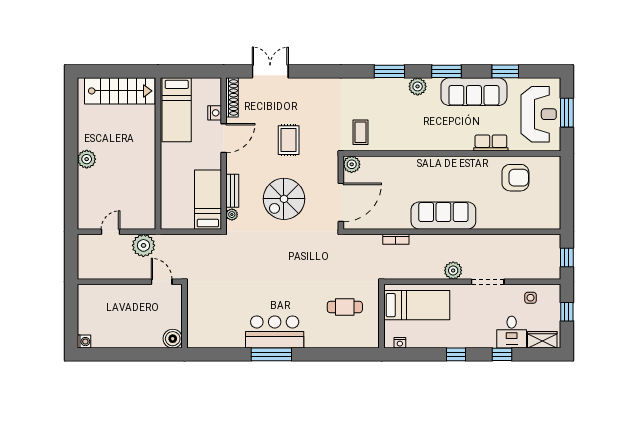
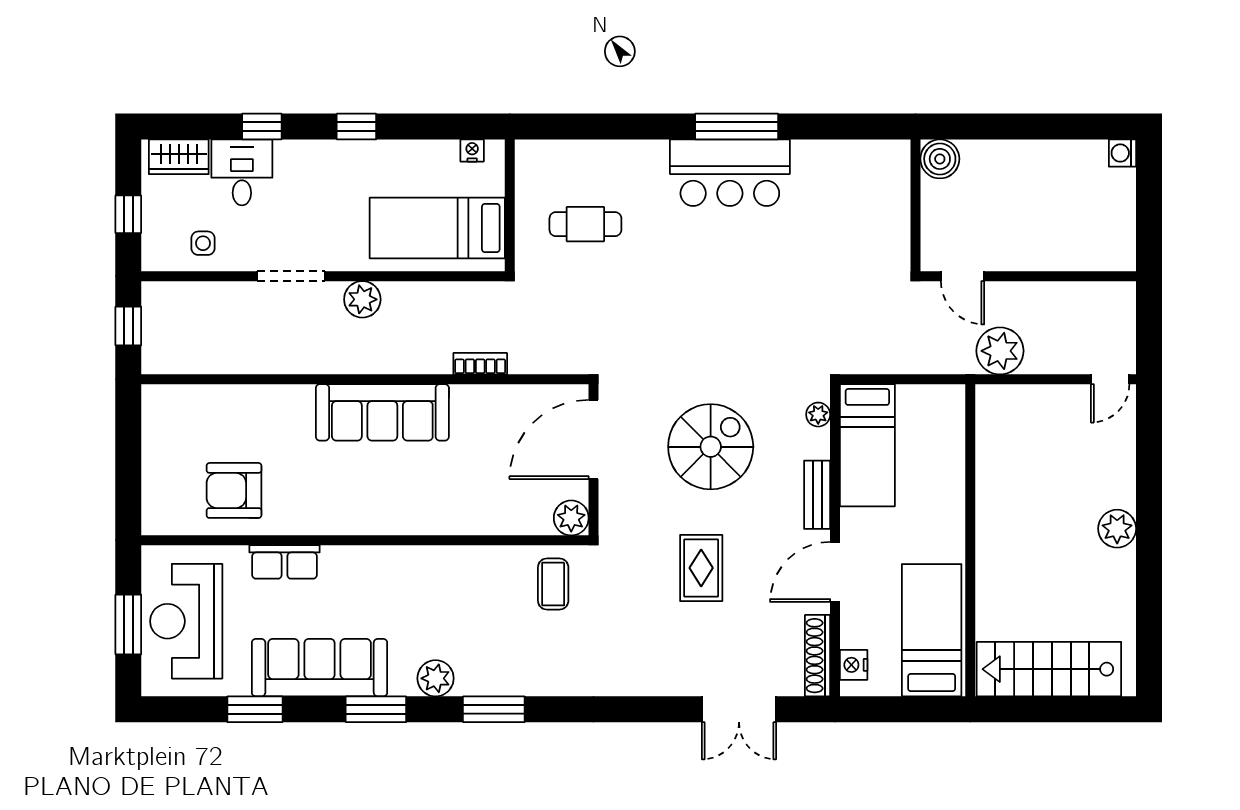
nightstand: (215, 113) -> (854, 665), moved
bench: (232, 191) -> (817, 495), moved
door: (111, 232) -> (1110, 379), moved

